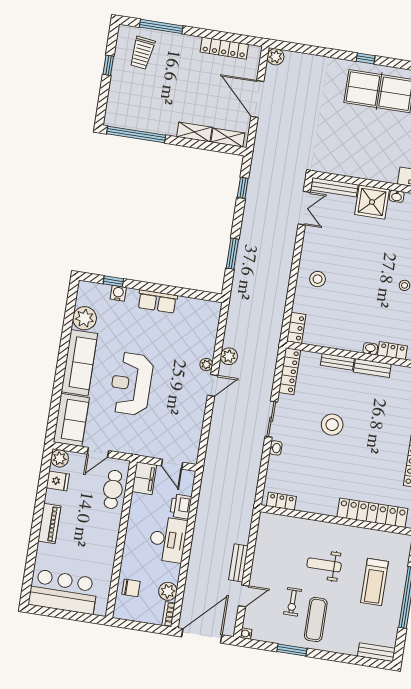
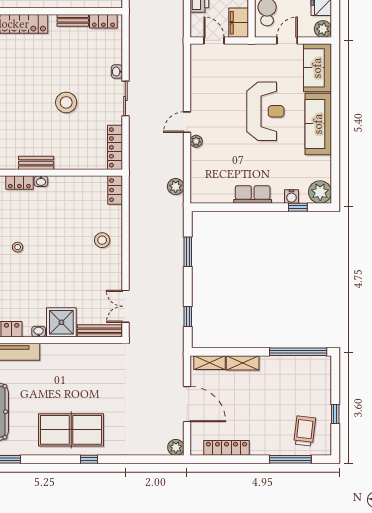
plant: (85, 318) -> (320, 192), moved
plant: (229, 356) -> (176, 187), moved
bench: (337, 362) -> (73, 20), moved

